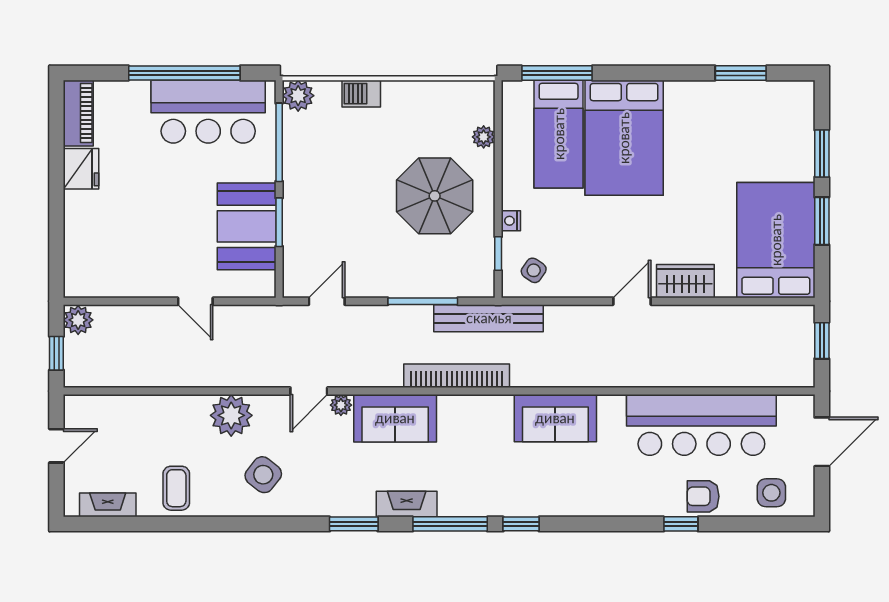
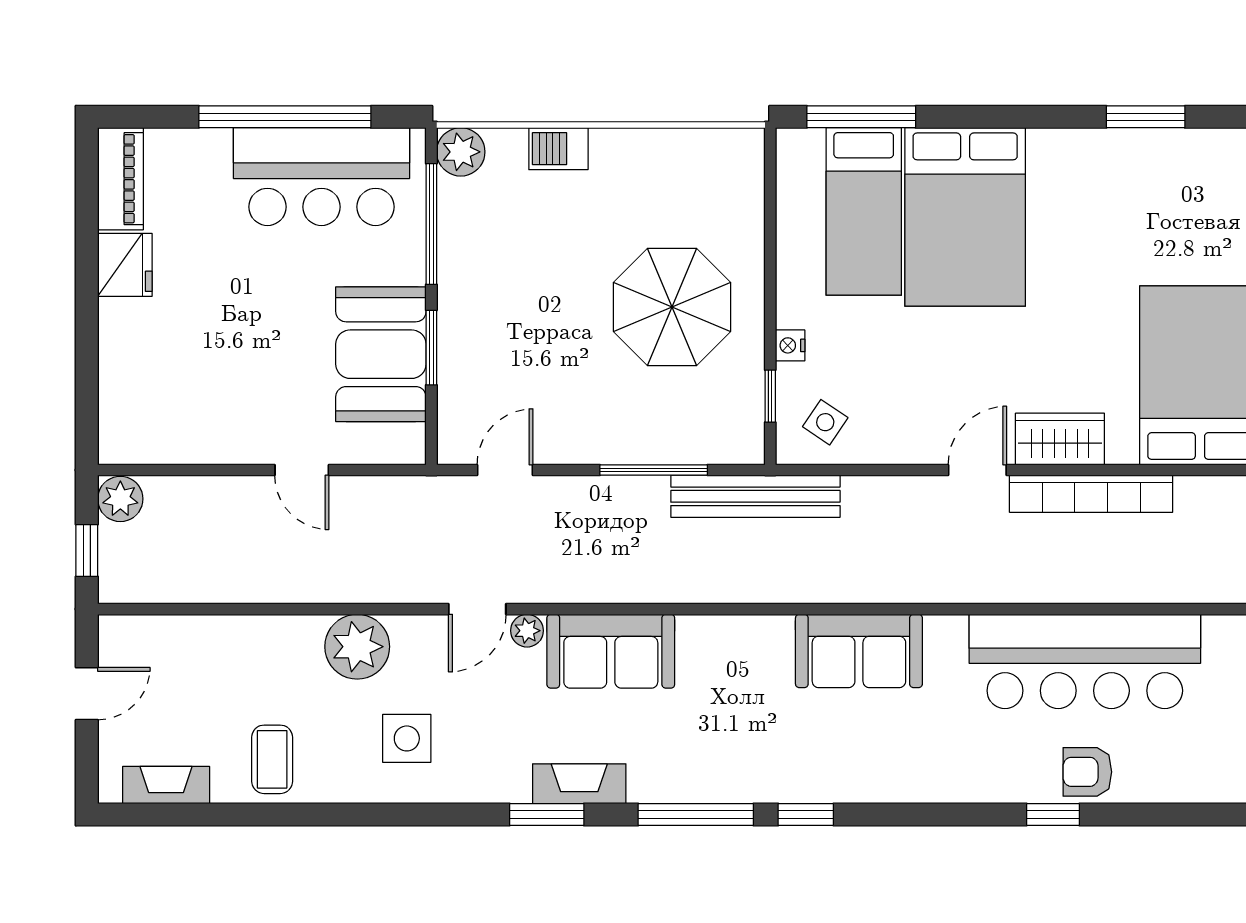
plant: (484, 137) -> (748, 216), removed
bookcase: (457, 376) -> (1091, 494), moved, turned 180
side table: (263, 475) -> (407, 738), turned -38
side table: (771, 493) -> (1193, 766), removed
fireplace: (407, 504) -> (579, 784), moved

